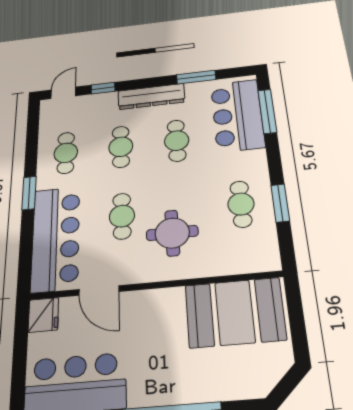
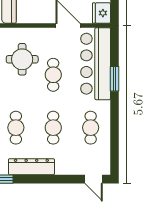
window: (103, 88) -> (65, 179), removed
door: (63, 93) -> (94, 179), hinge flipped
window: (29, 193) -> (114, 79), moved

